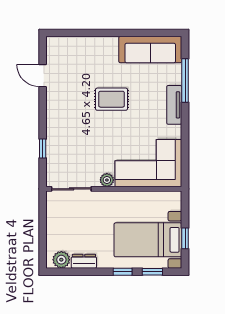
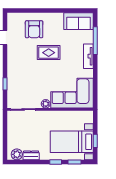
sofa: (150, 50) -> (78, 21), width x0.73
armchair: (89, 62) -> (34, 29), added

